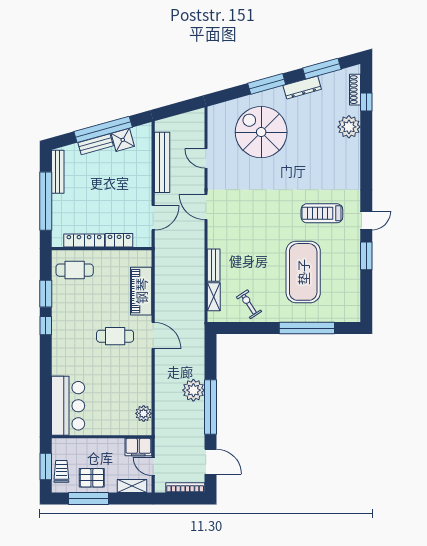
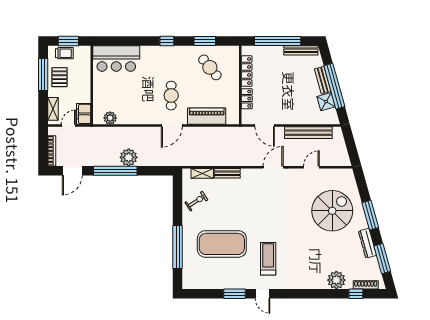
cafe table: (75, 270) -> (210, 67), moved, turned -39
window: (46, 326) -> (167, 41), moved

